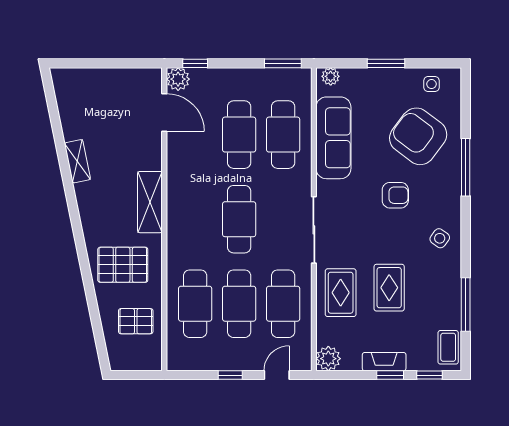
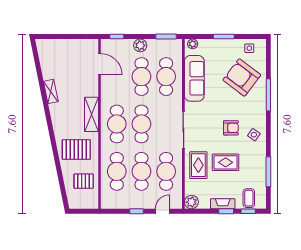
plant: (178, 79) -> (140, 45), moved
armchair: (395, 195) -> (231, 128), moved
cafe table: (195, 219) -> (117, 124), added
rug: (389, 288) -> (226, 162), turned 90
coffee table: (448, 347) -> (249, 198), moved

